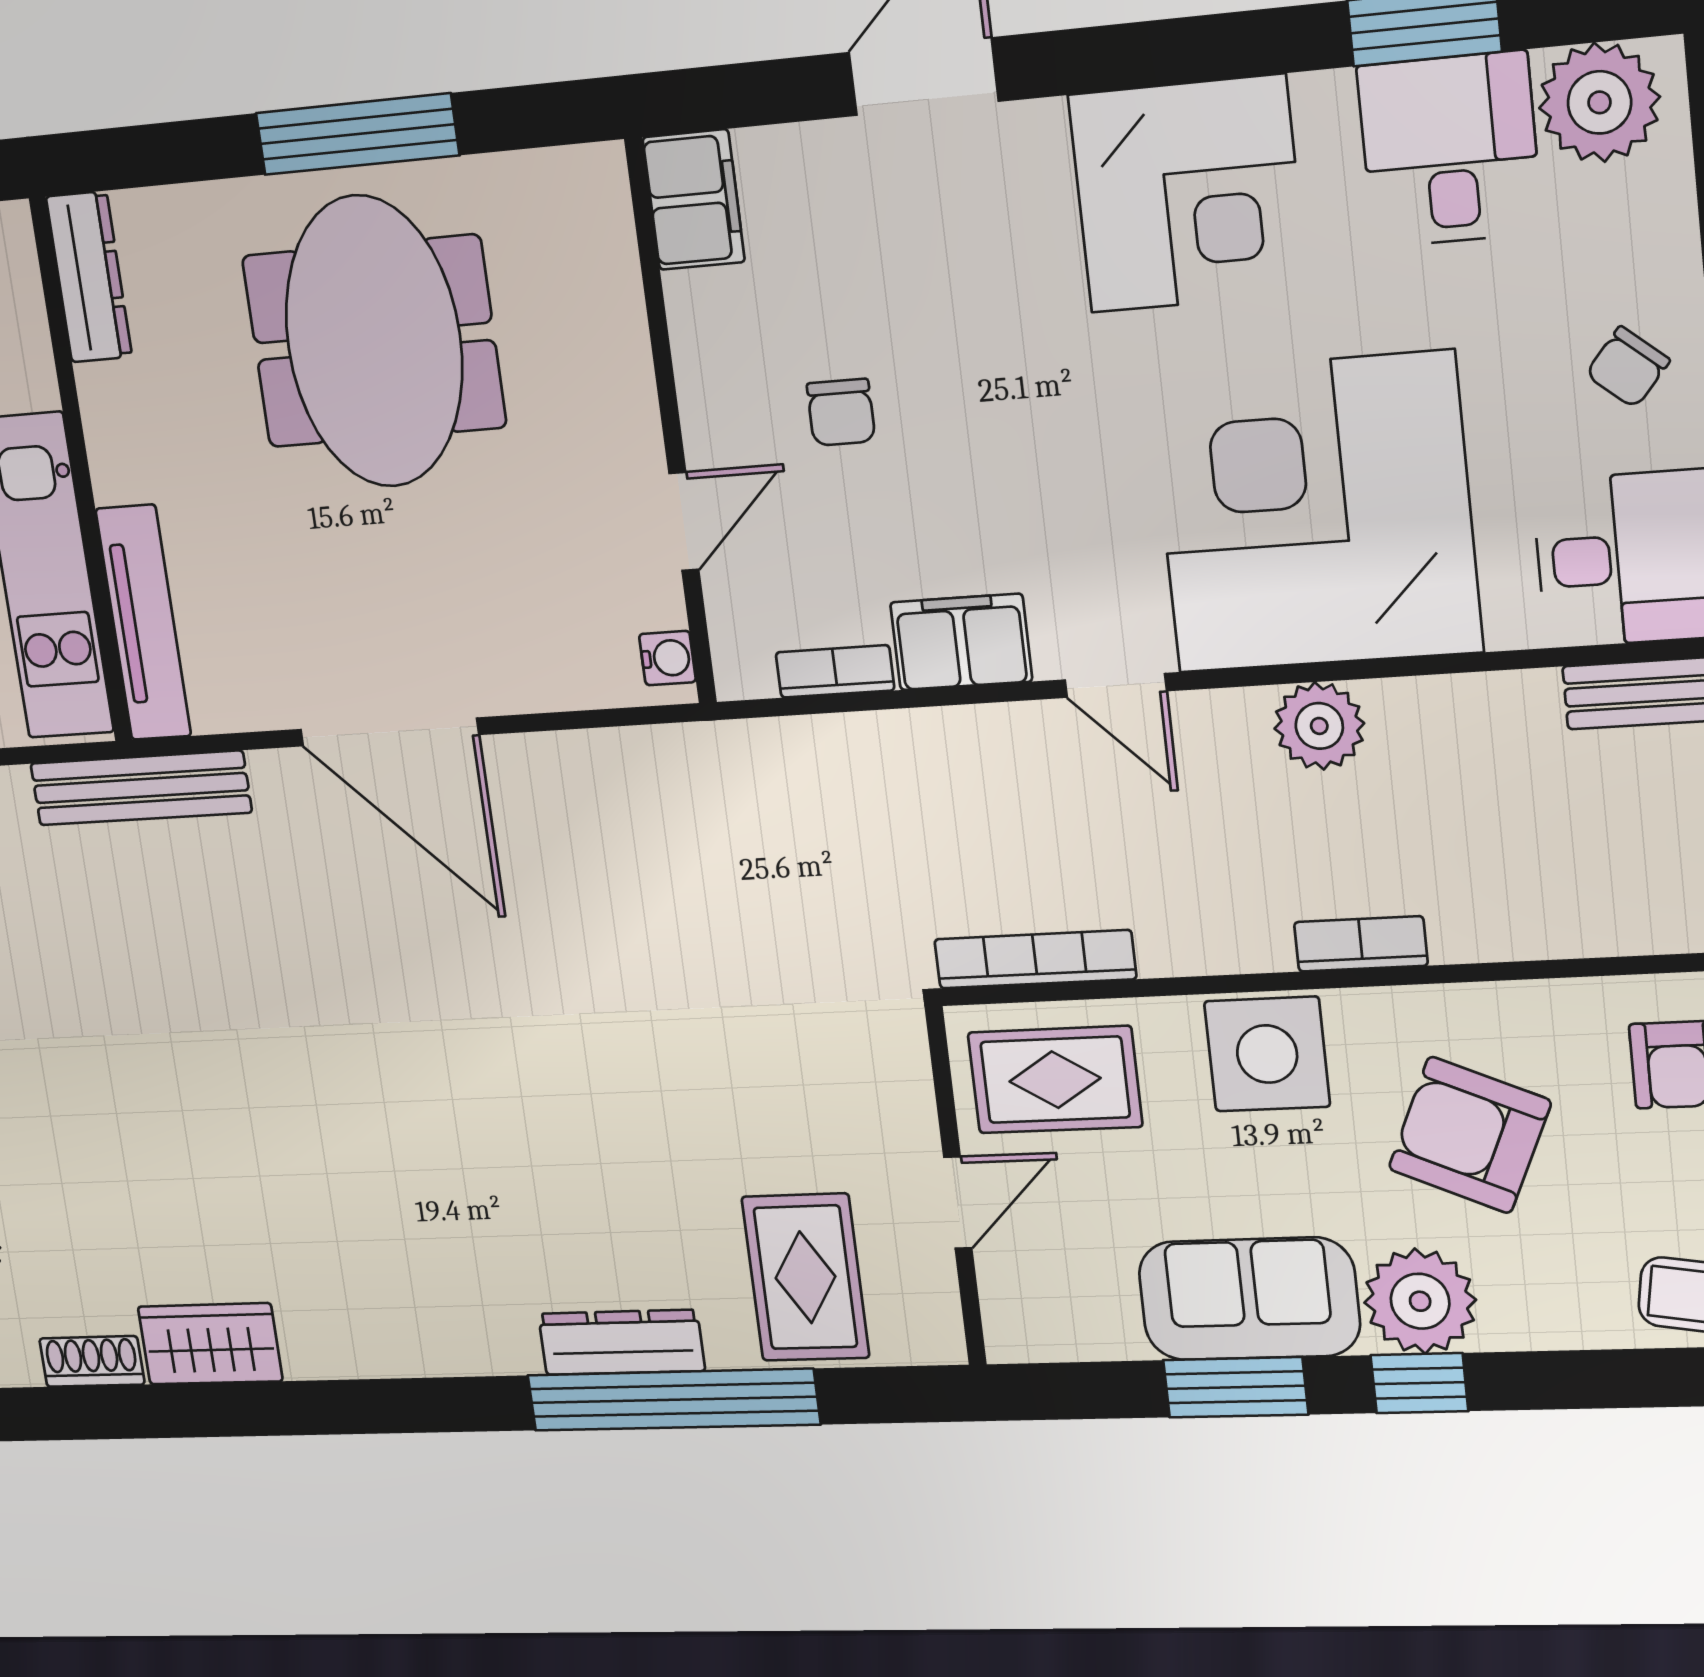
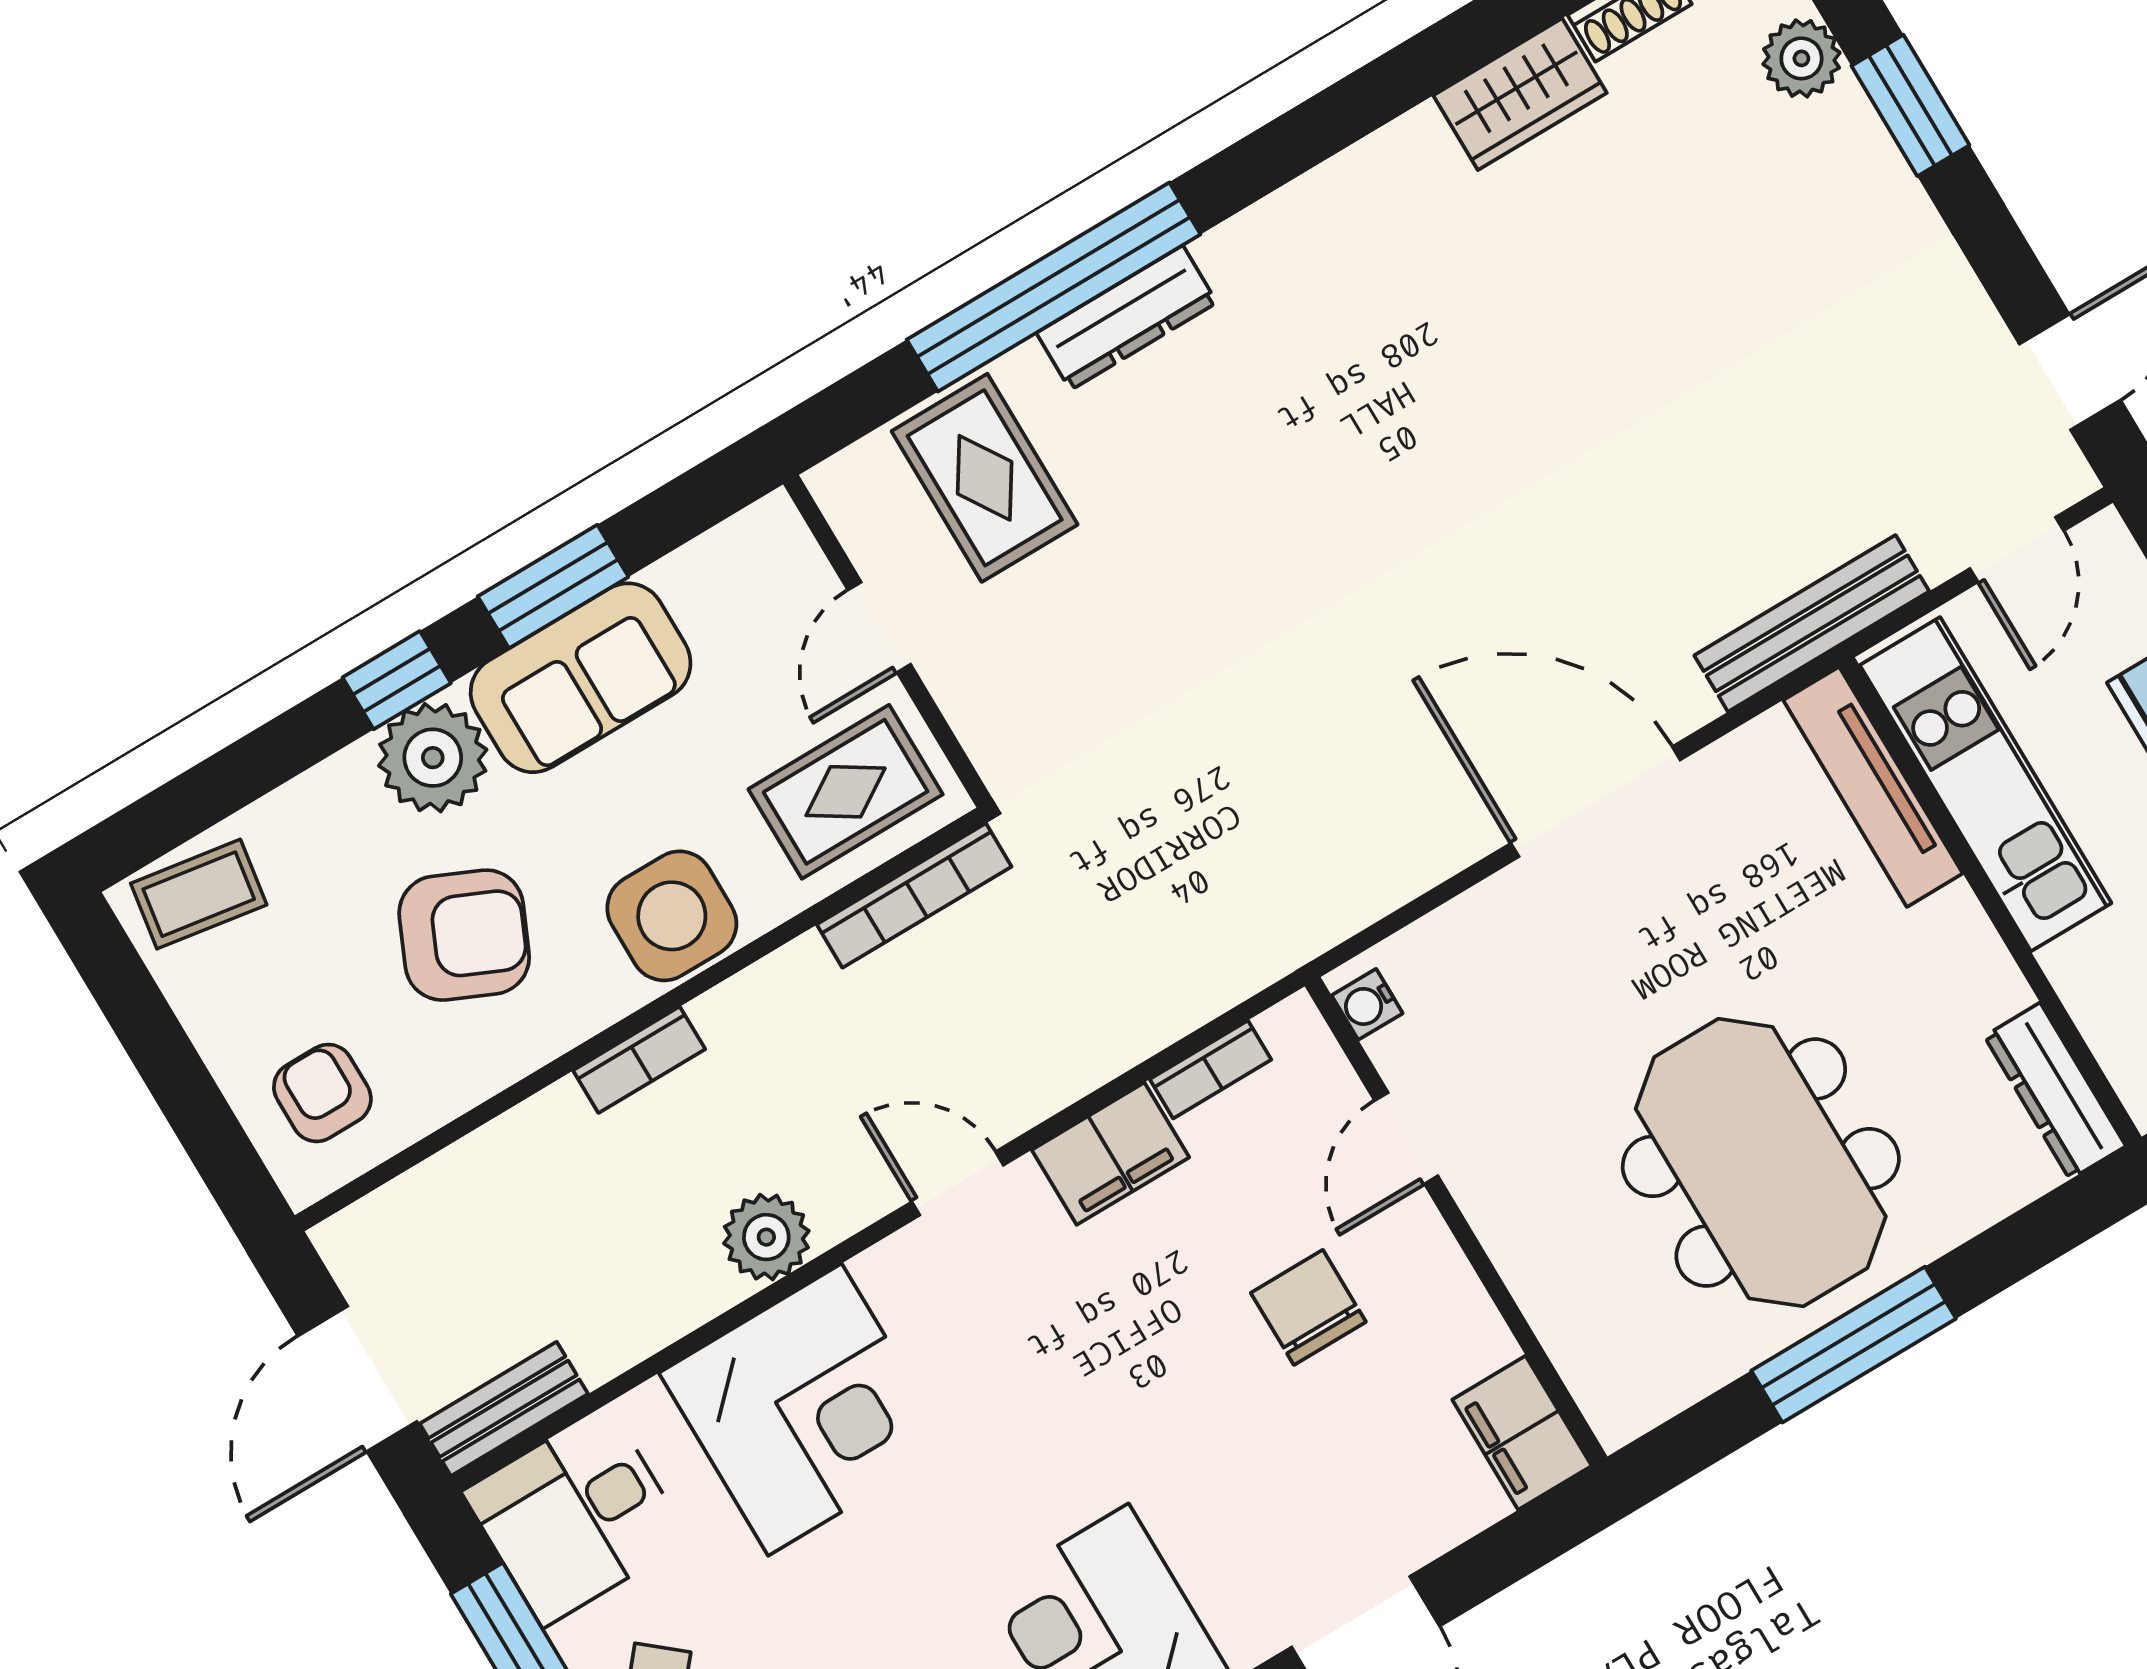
chair: (841, 412) -> (1308, 1307), width x1.37, depth x1.37
corner desk: (1315, 513) -> (805, 1410), width x0.74, depth x0.74

